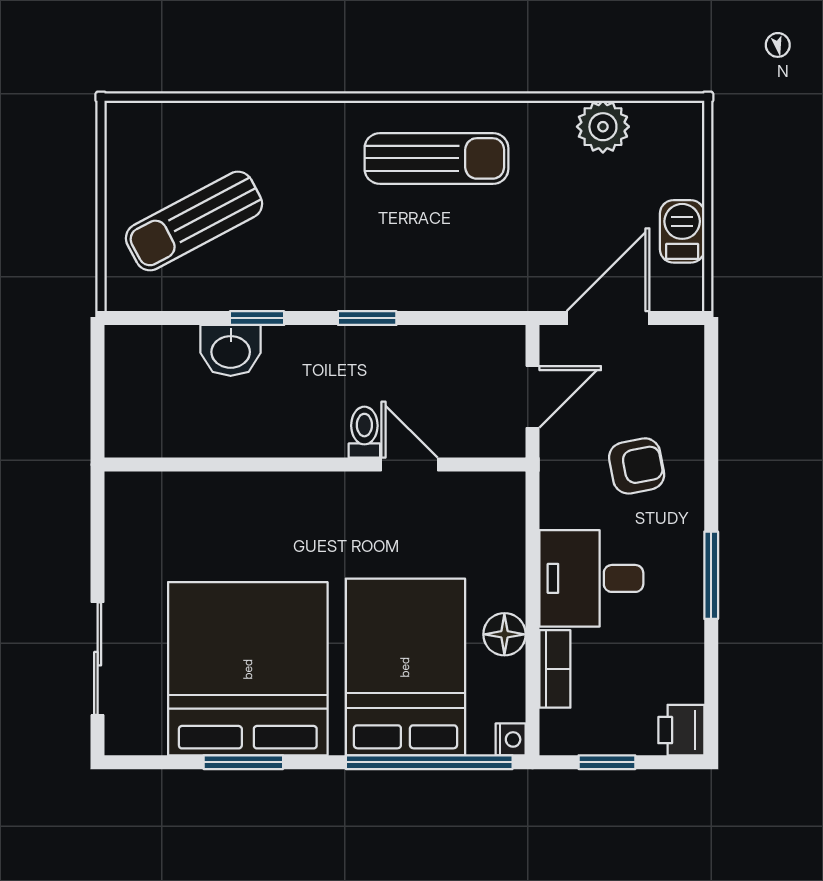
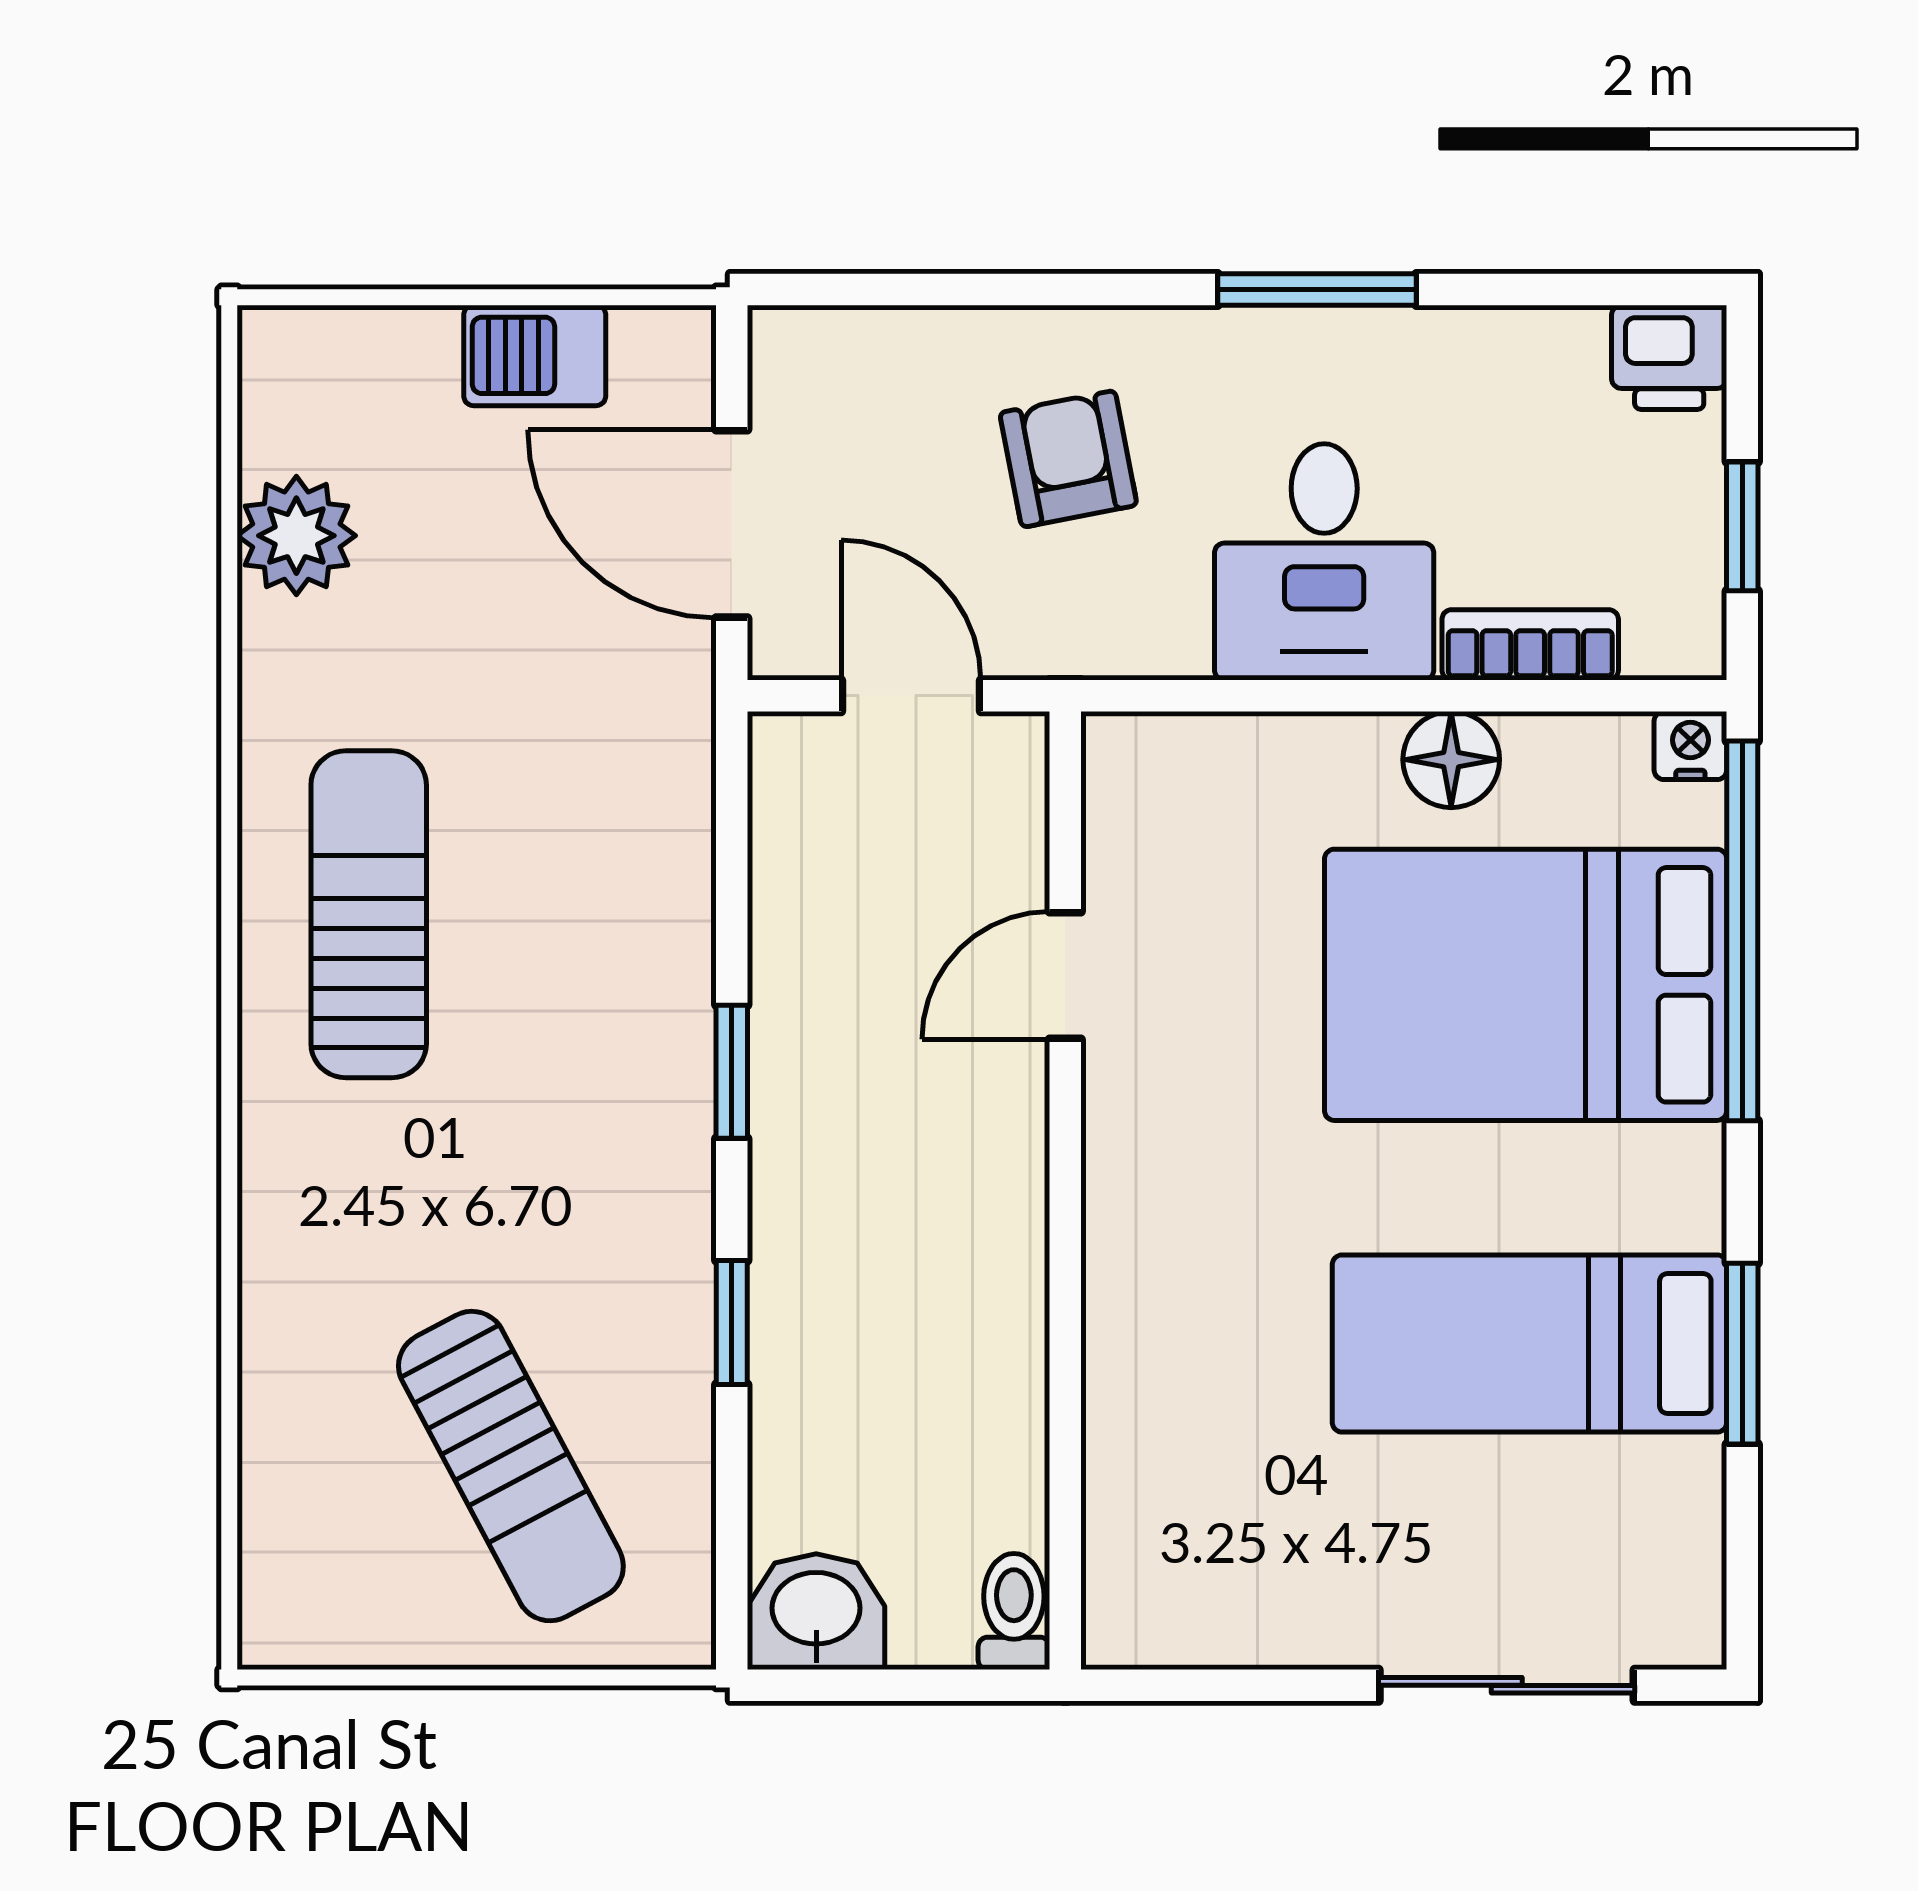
washbasin: (231, 350) -> (816, 1612), moved, turned -90
toilet: (364, 432) -> (1014, 1611), moved, turned 90
bed: (248, 669) -> (1530, 1344), width x0.49

